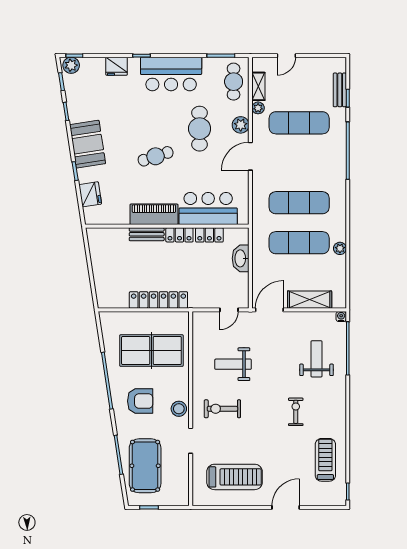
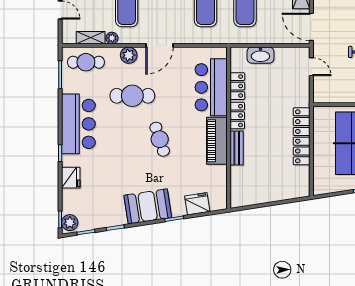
door: (250, 156) -> (160, 45), hinge flipped

